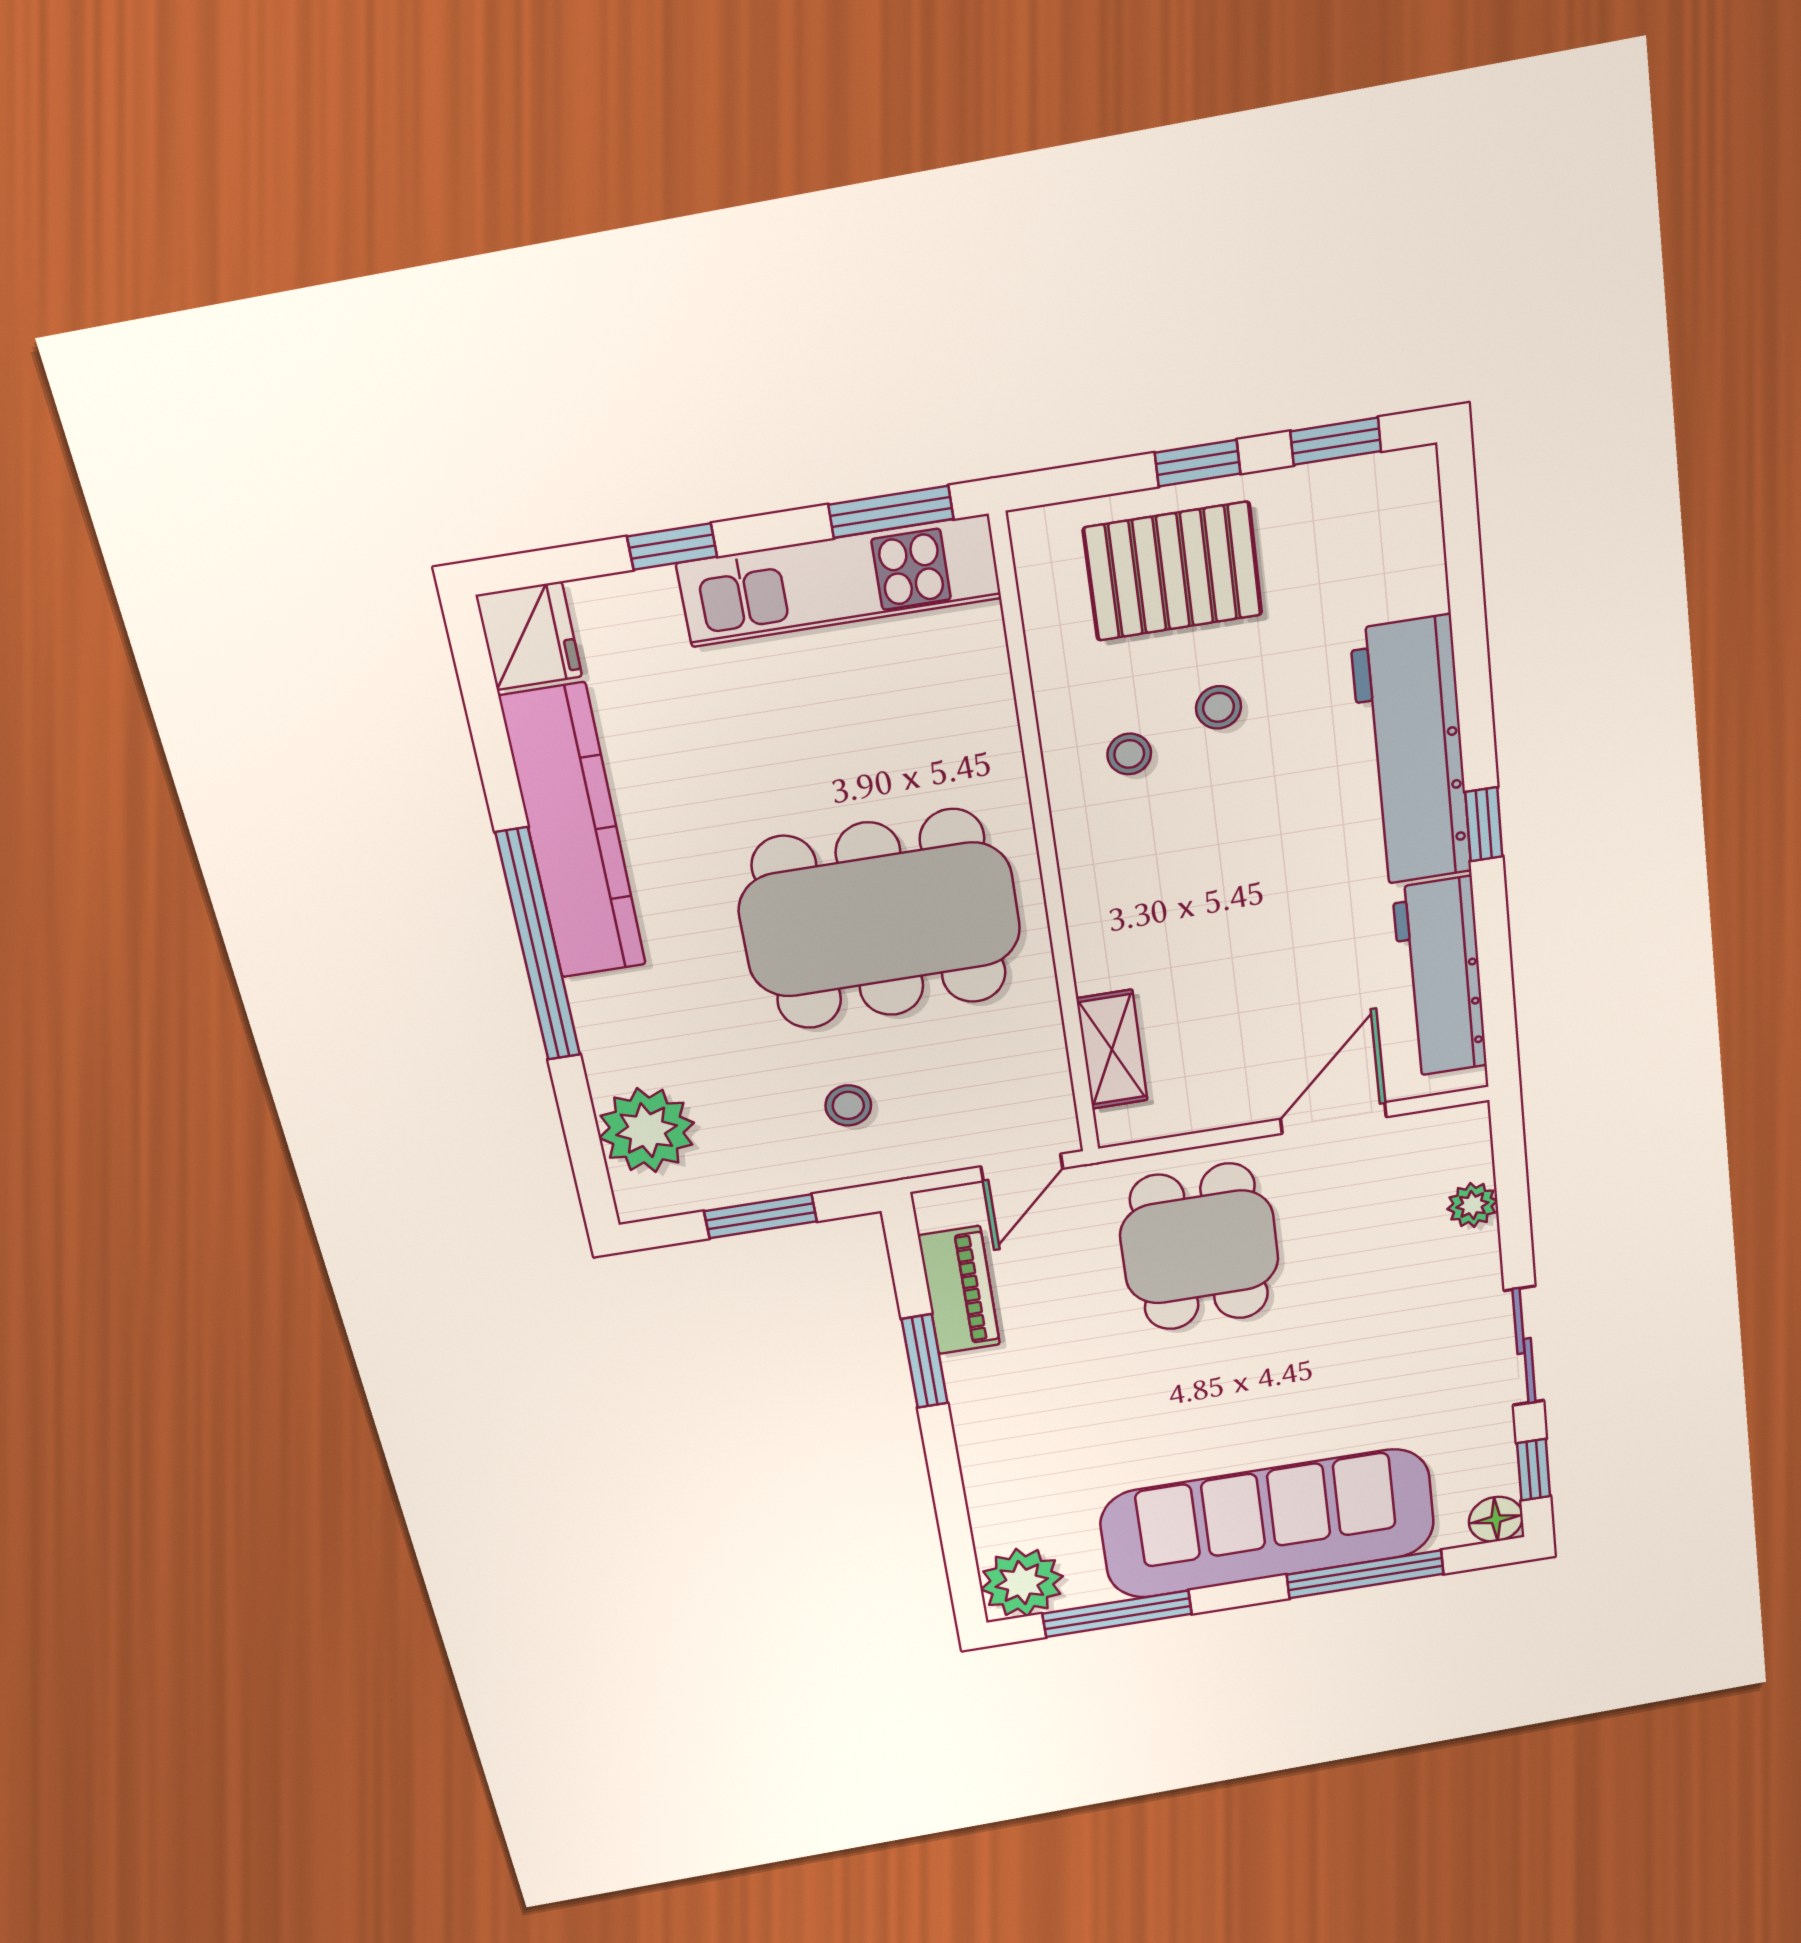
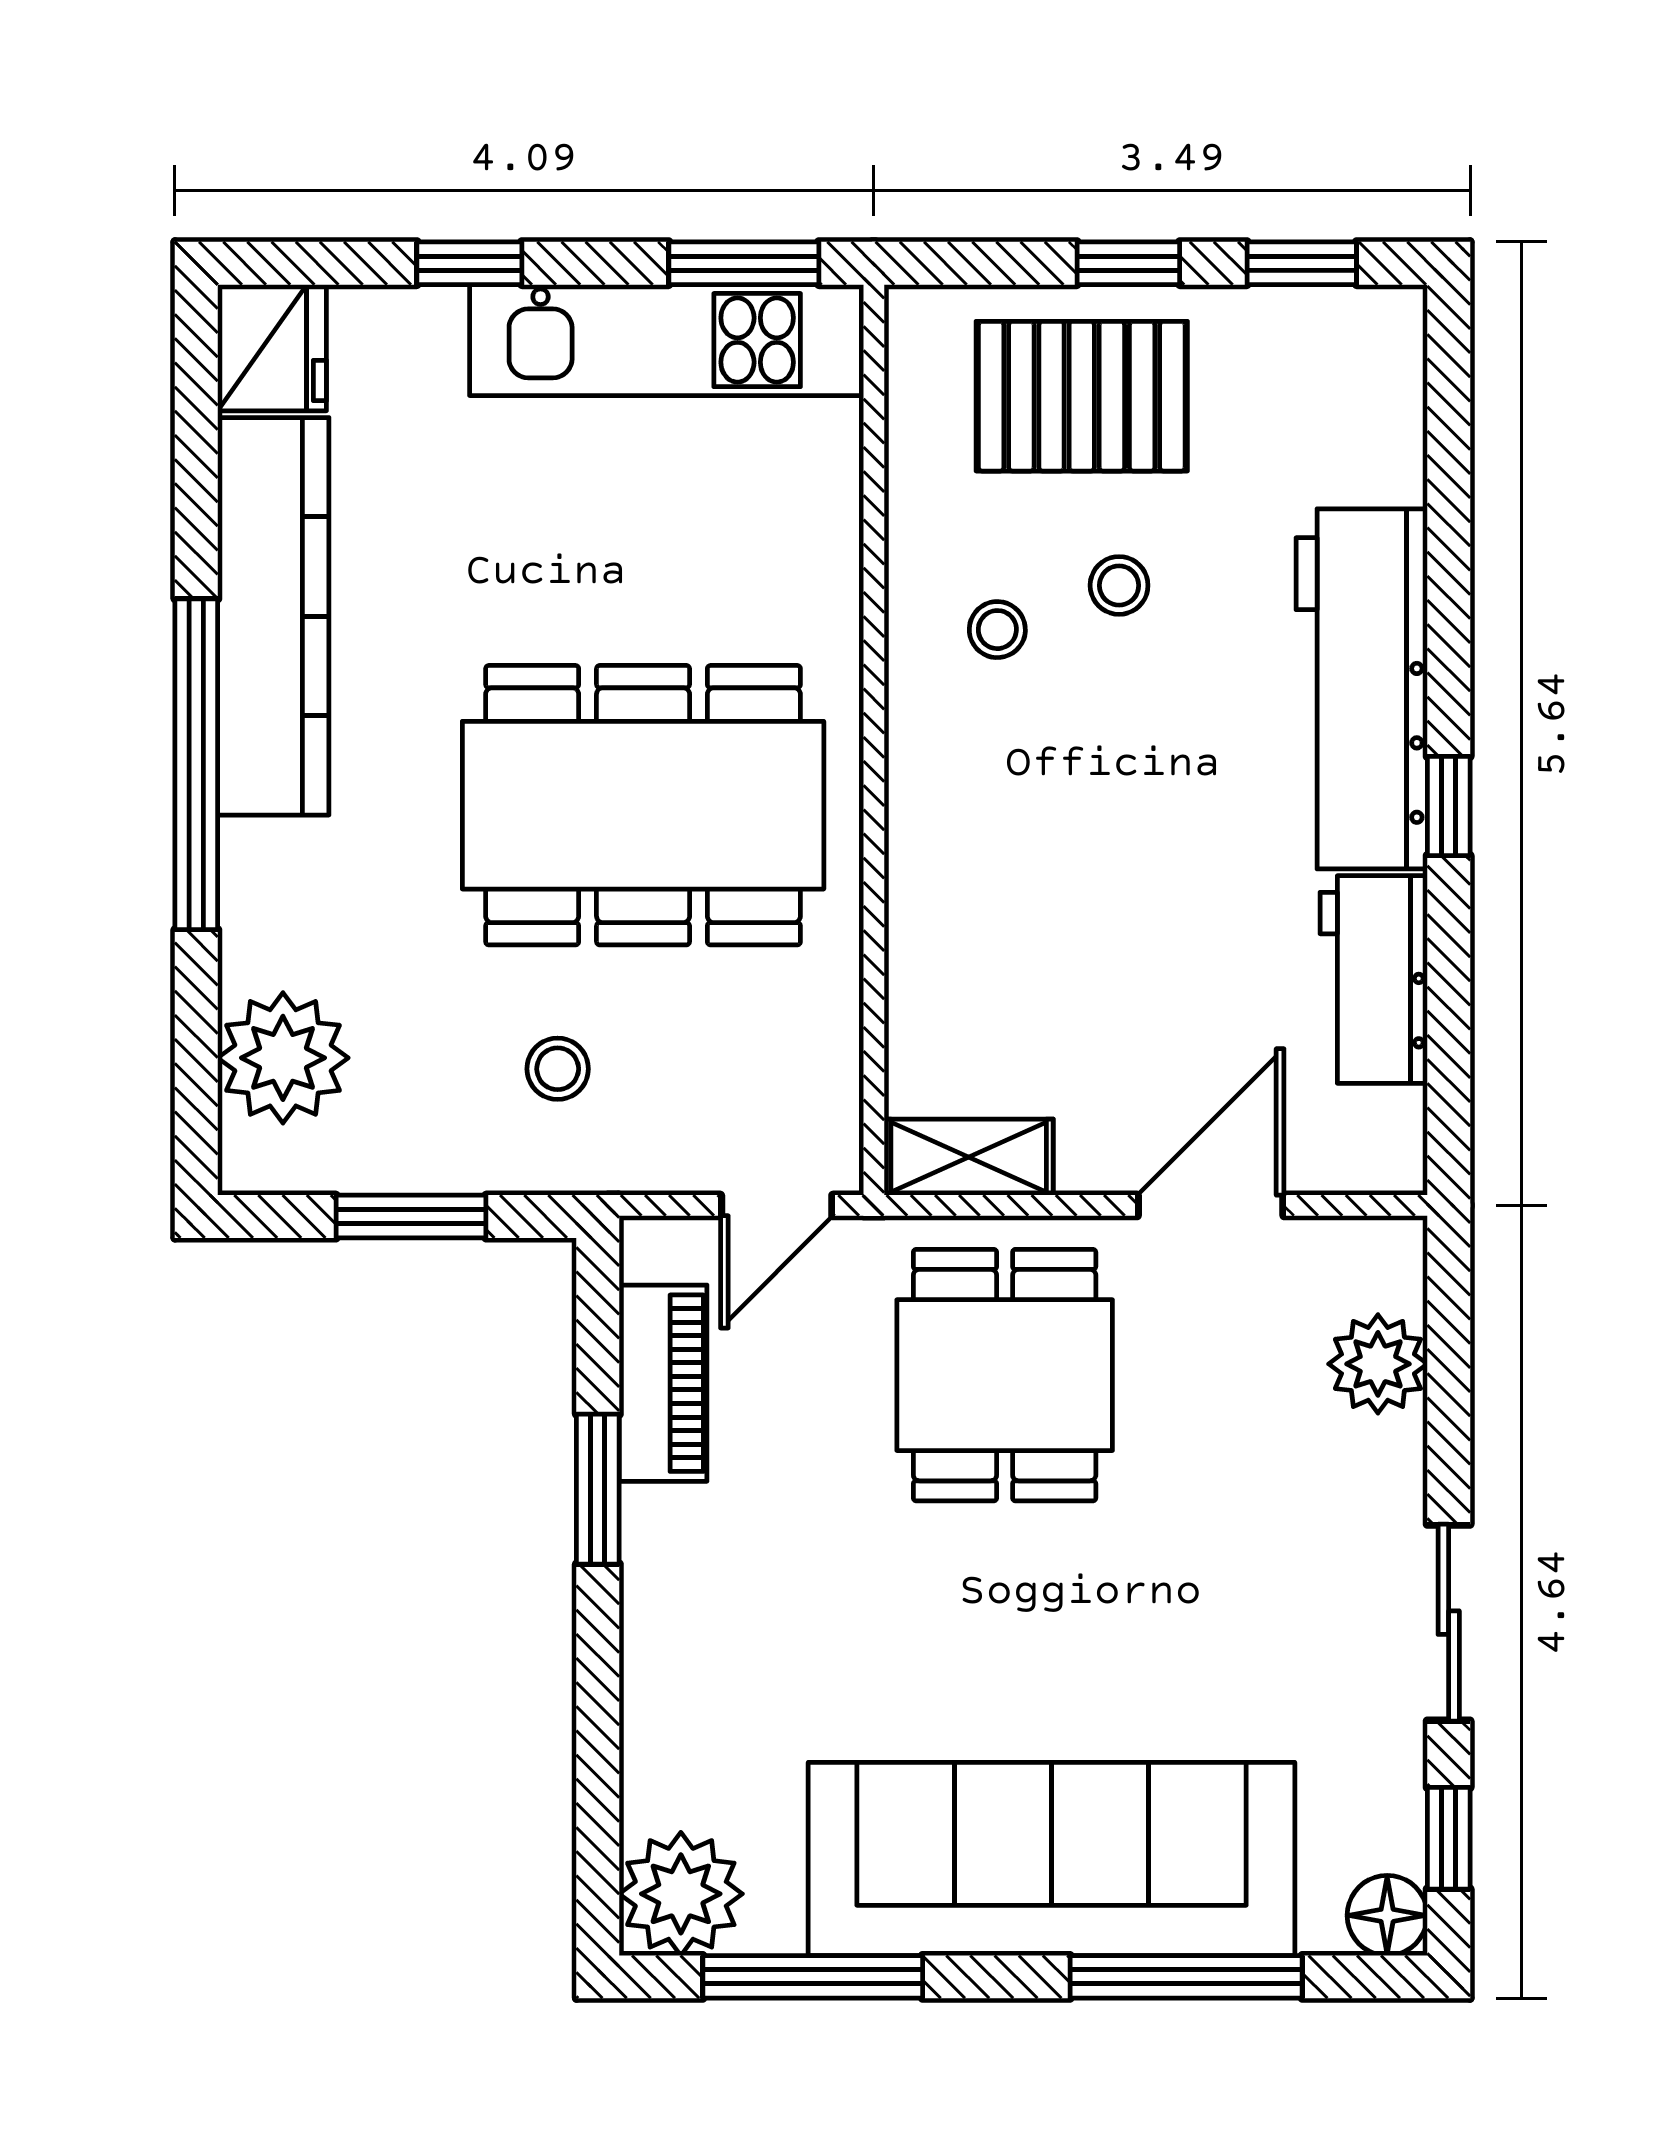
workbench: (1440, 978) -> (1374, 980), width x0.73
shelving: (1112, 1050) -> (969, 1157), moved, turned 90
plant: (1472, 1205) -> (1378, 1364), width x1.38, depth x1.38

